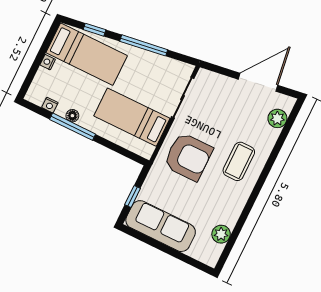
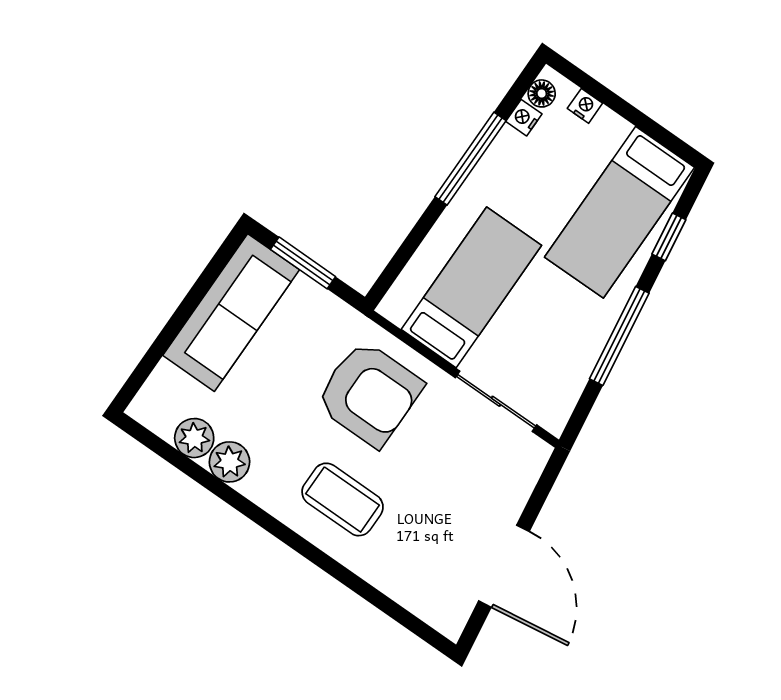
nightstand: (48, 62) -> (585, 106), moved
floor lamp: (72, 116) -> (542, 93), moved
plant: (277, 118) -> (229, 462), moved
armchair: (188, 157) -> (369, 394), turned -90
window: (133, 196) -> (303, 263), width x1.50

